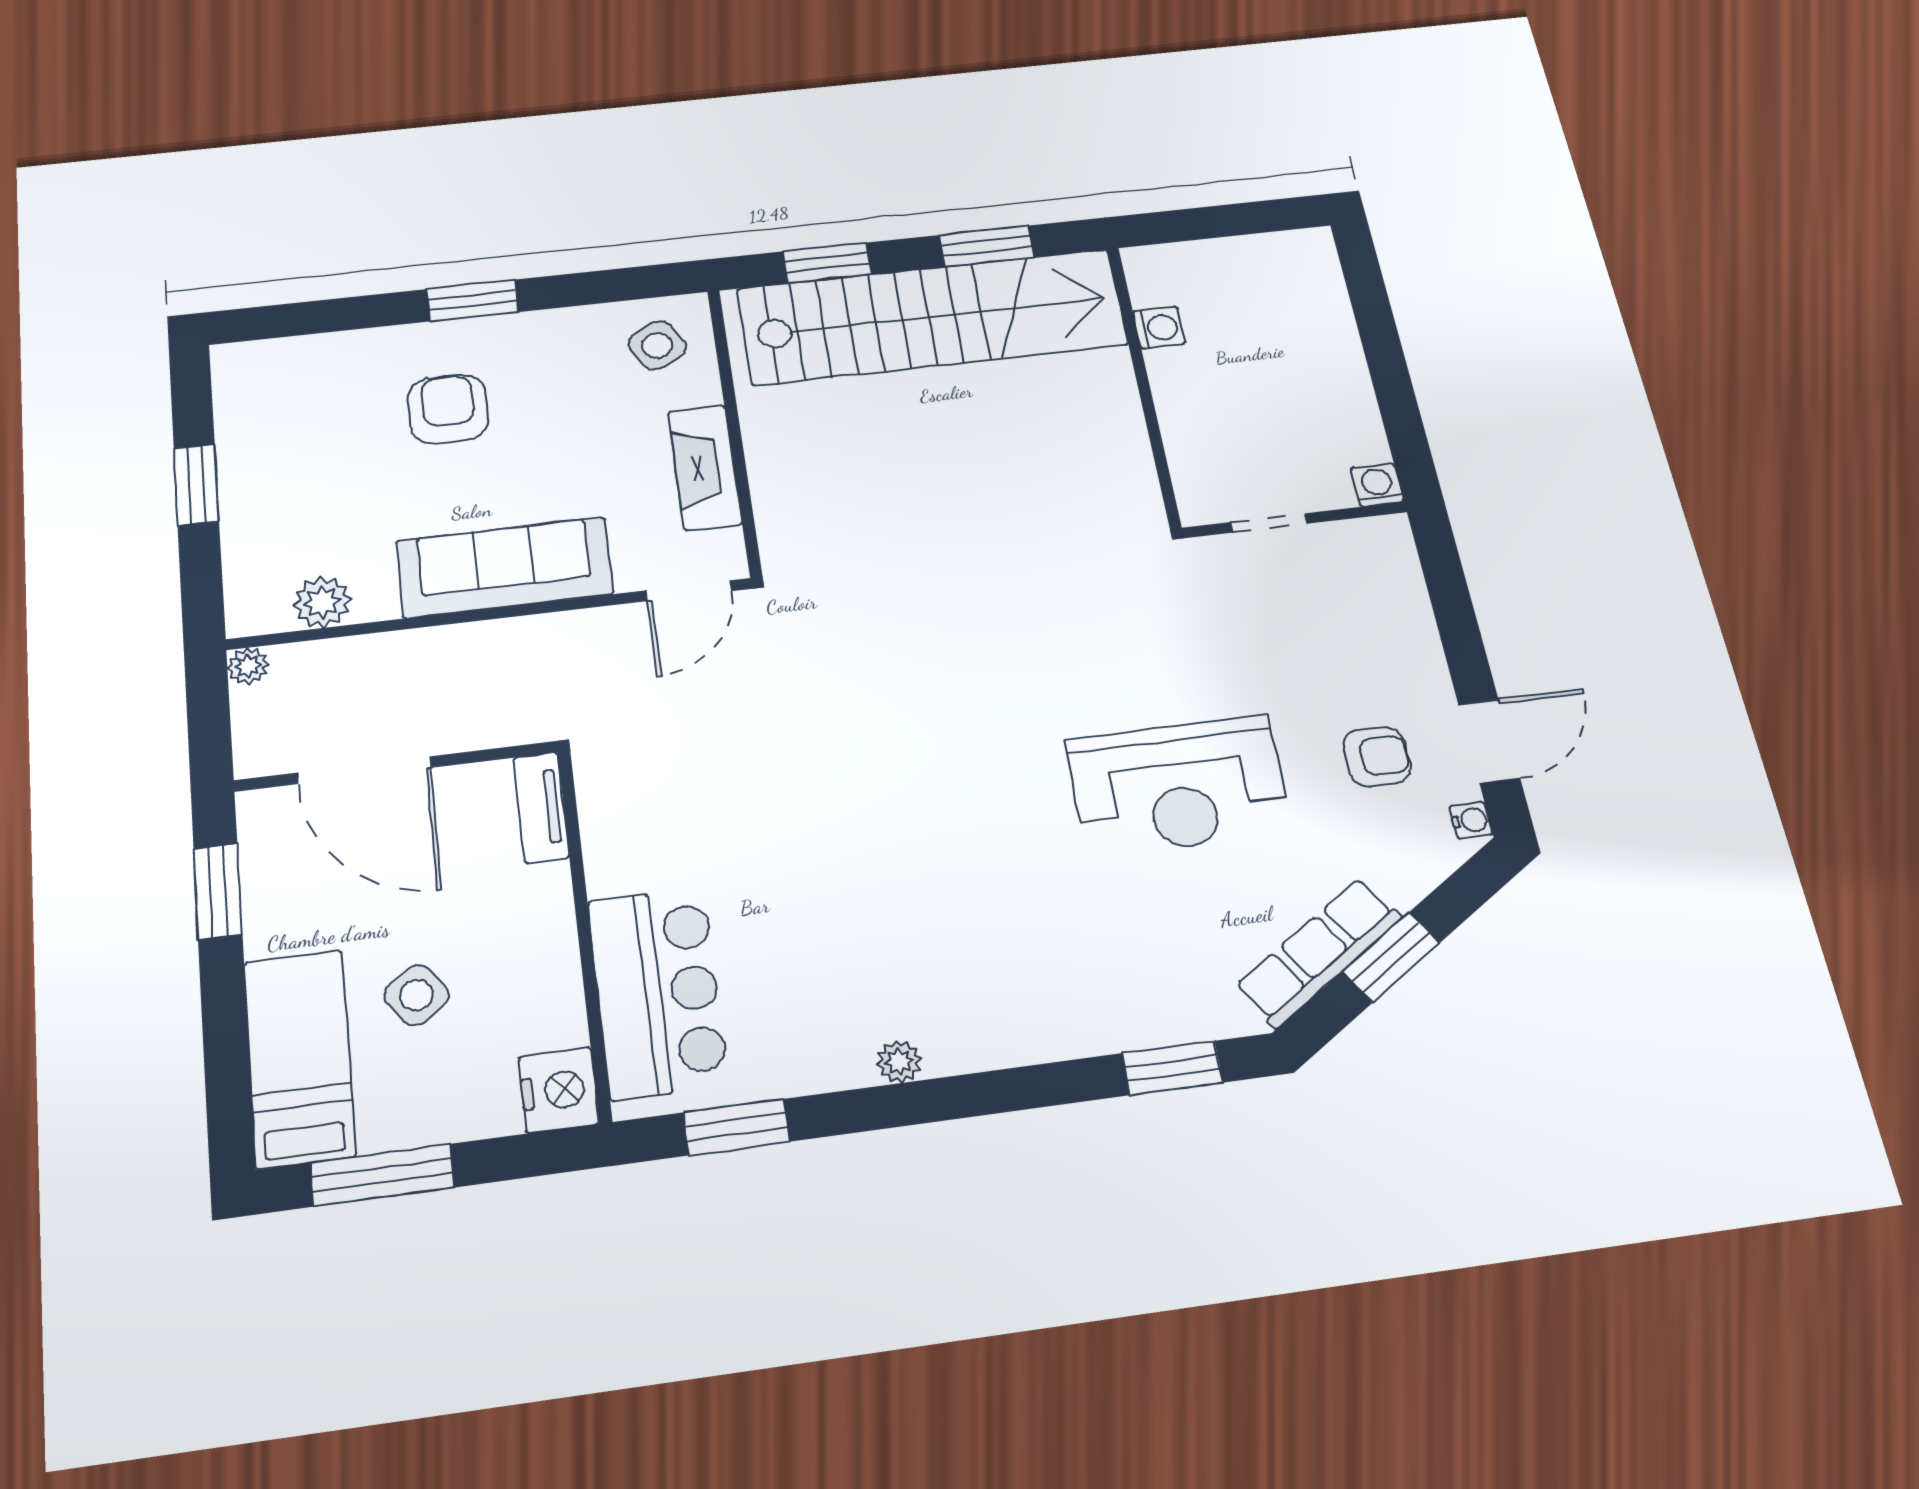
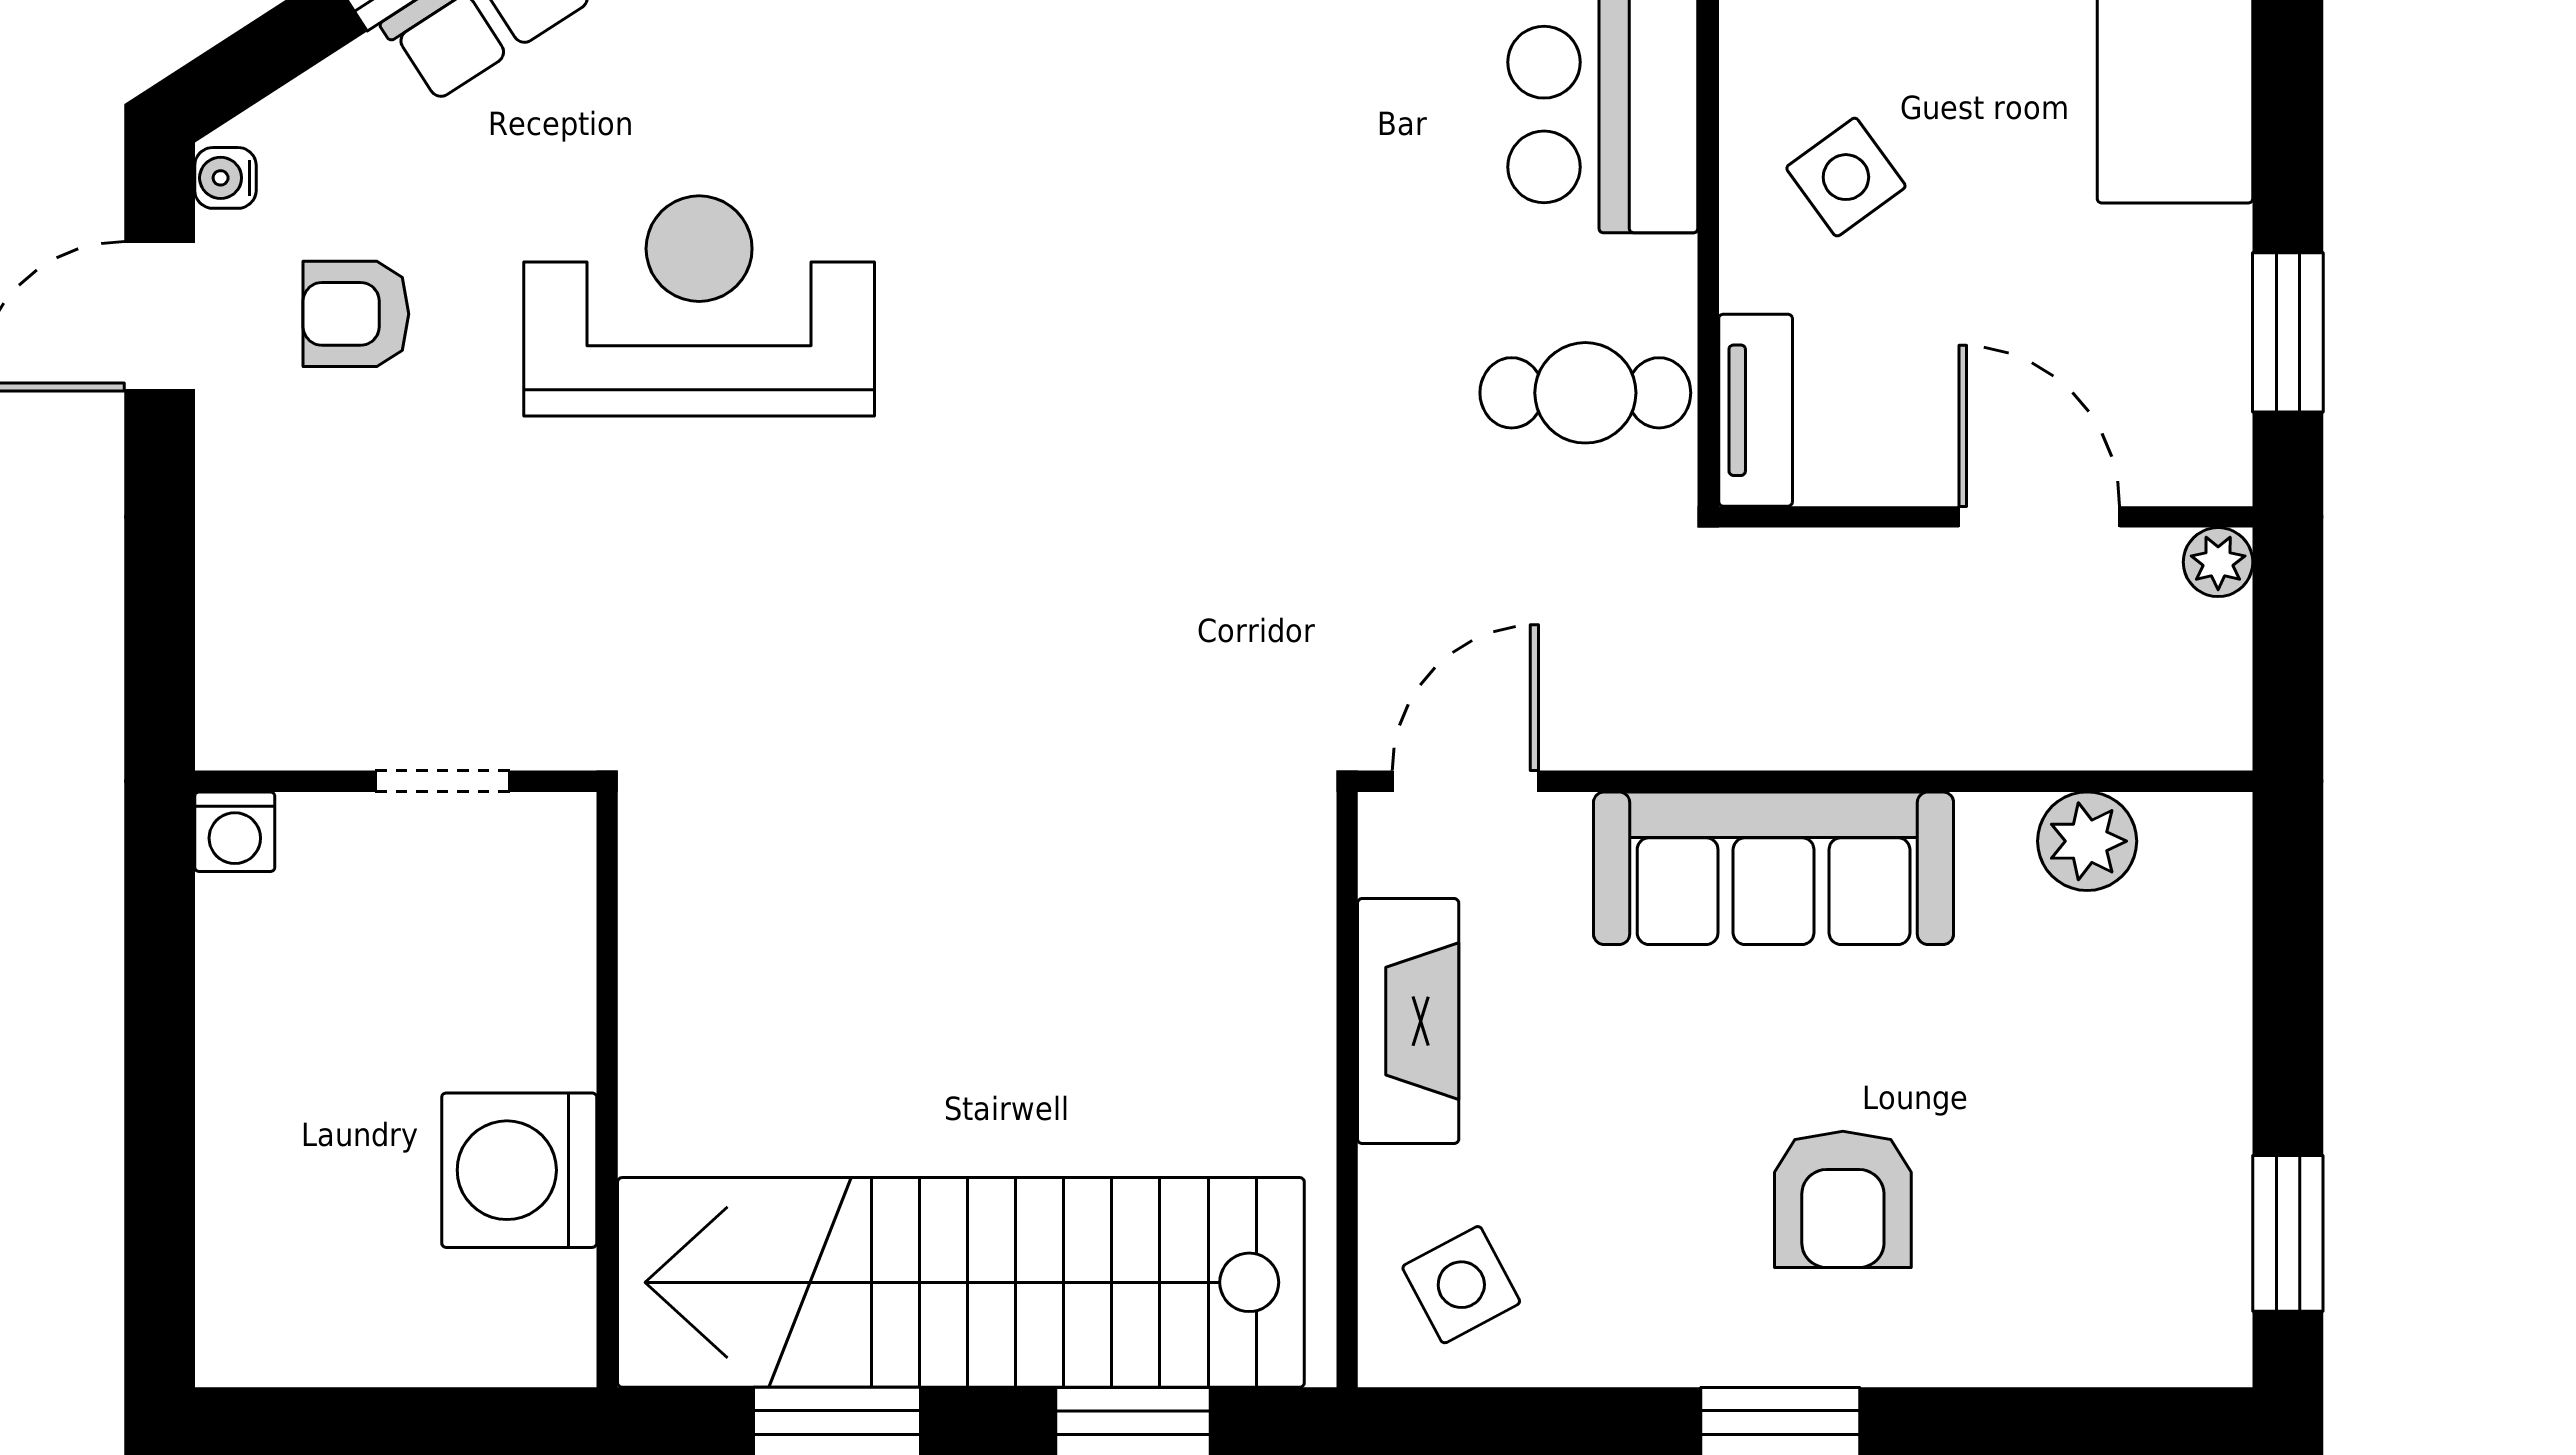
washing machine: (1159, 328) -> (519, 1170), width x1.89, depth x1.89
window: (196, 484) -> (2288, 1233), moved
plant: (248, 666) -> (2218, 562), moved
door: (364, 770) -> (2039, 517), width x0.73
cafe table: (645, 804) -> (1585, 393), added
side table: (417, 995) -> (1846, 177), moved

